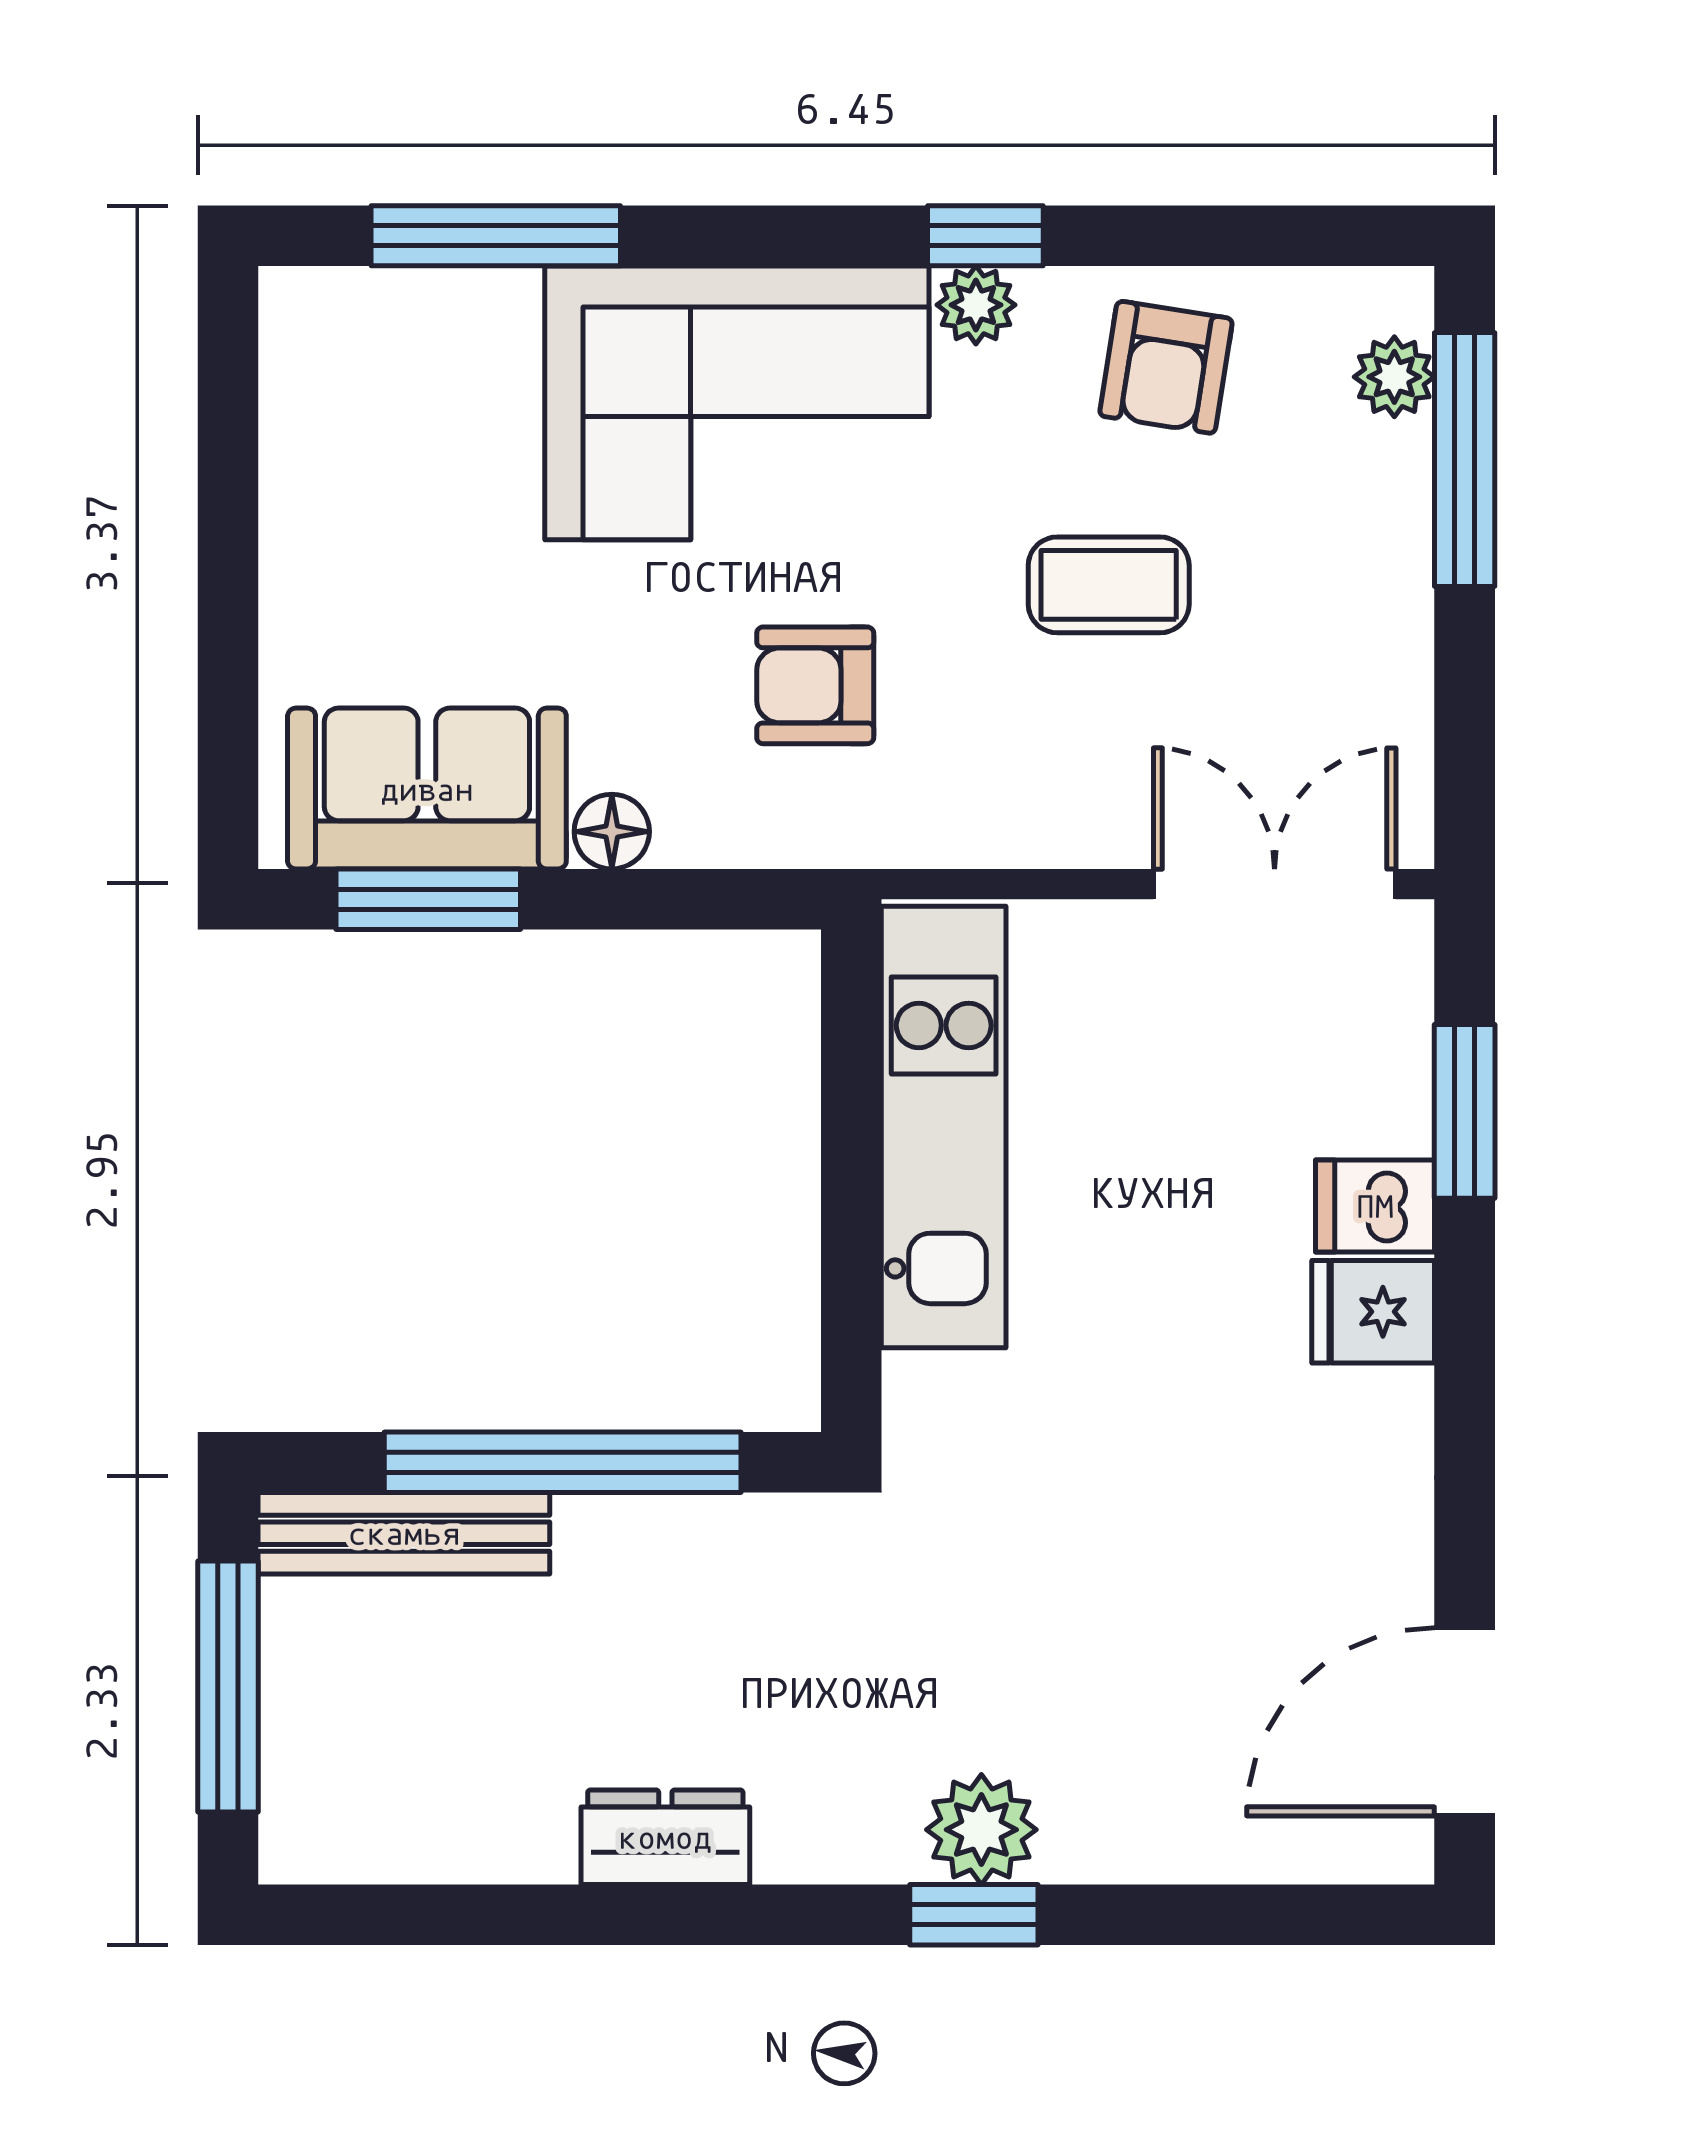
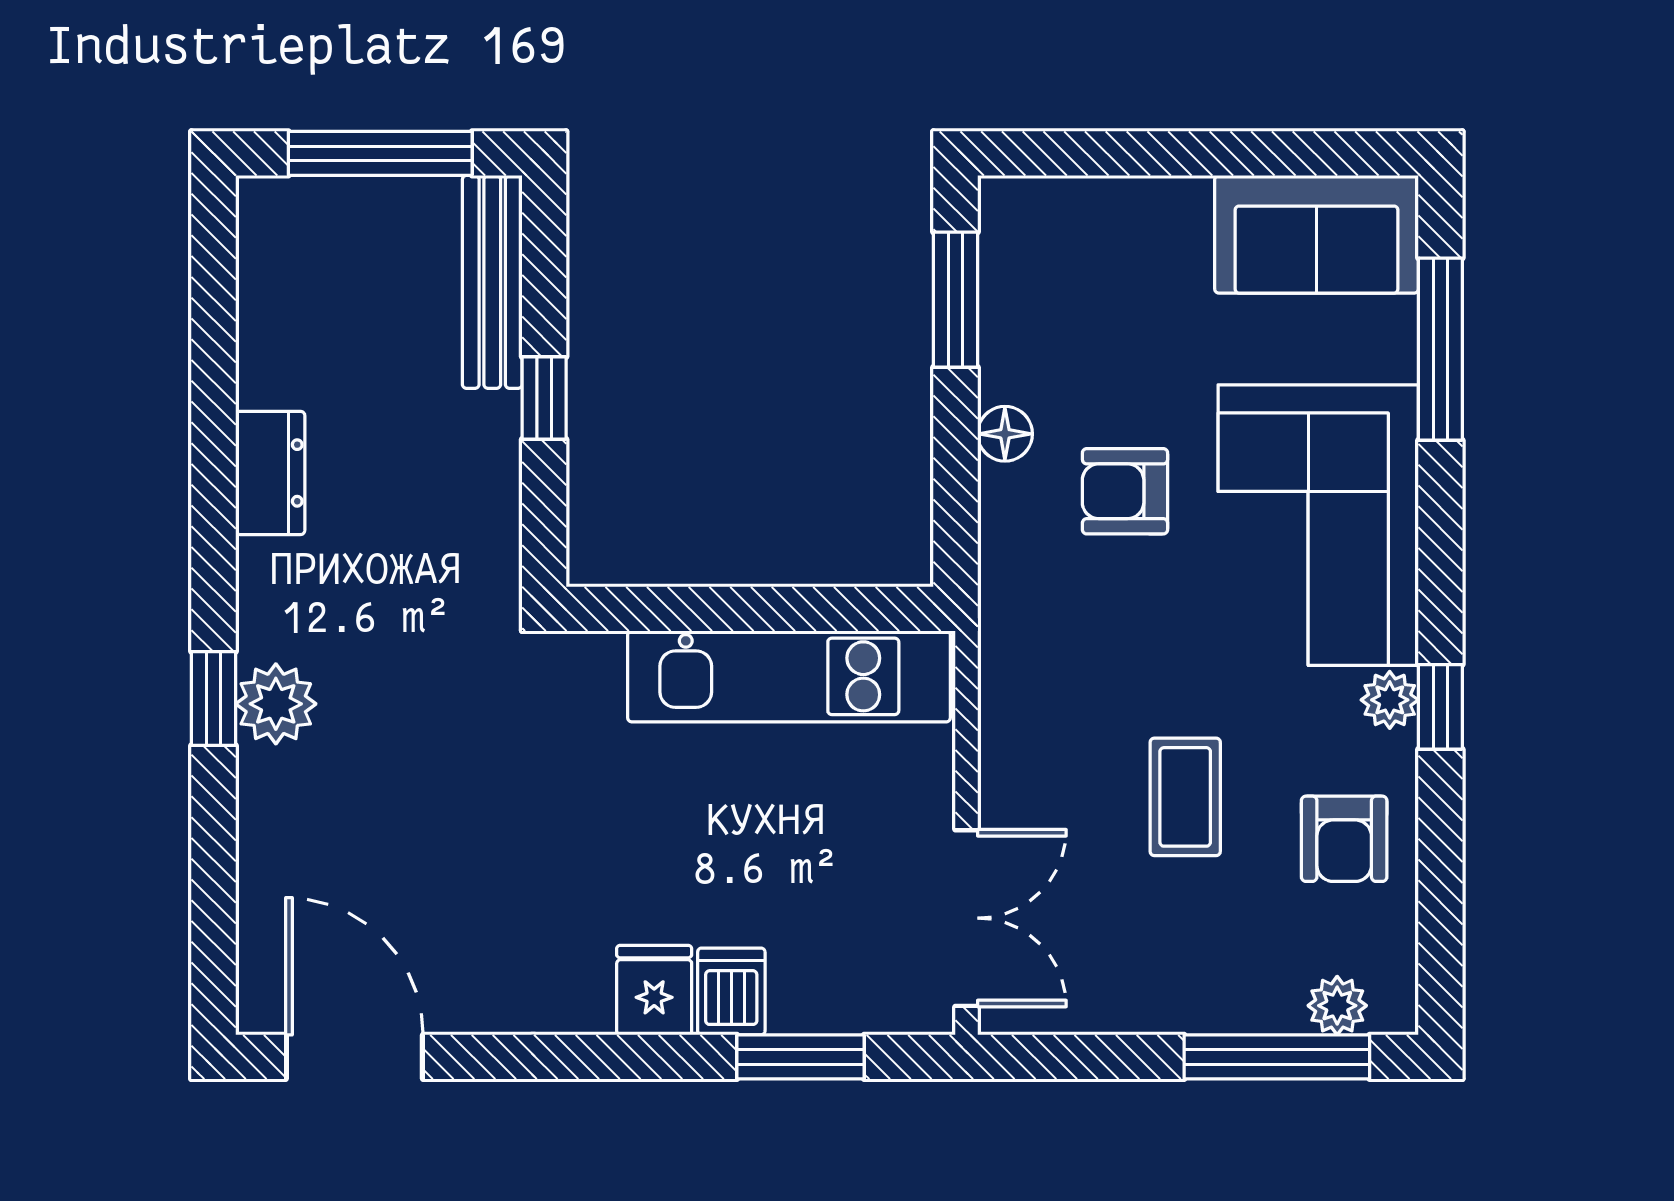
armchair: (1166, 367) -> (1344, 839), turned -99
armchair: (815, 685) -> (1125, 491), moved, turned -90
sofa: (427, 789) -> (1317, 234), moved, turned 90
window: (563, 1462) -> (544, 398), width x0.32

